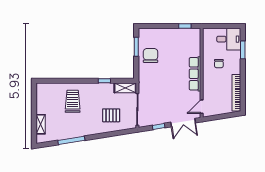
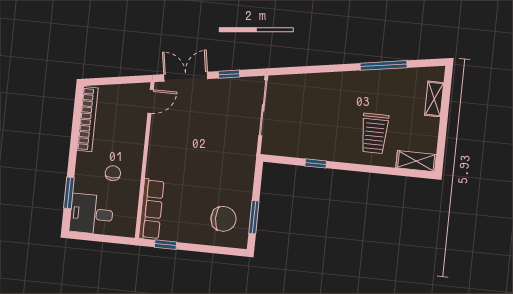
chair: (151, 56) -> (223, 219), moved, turned -91
row of seats: (195, 74) -> (151, 209), moved
shelving: (125, 88) -> (416, 161), moved
pallet: (111, 115) -> (310, 102), removed

